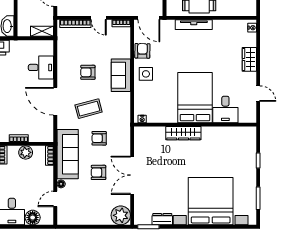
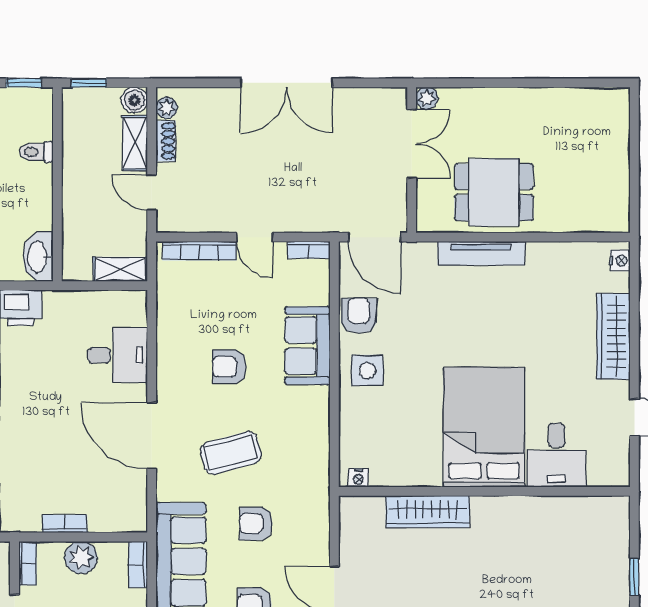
wardrobe: (249, 59) -> (614, 336), width x1.50
sofa: (121, 75) -> (308, 346), moved
wardrobe: (183, 133) -> (428, 512), moved

